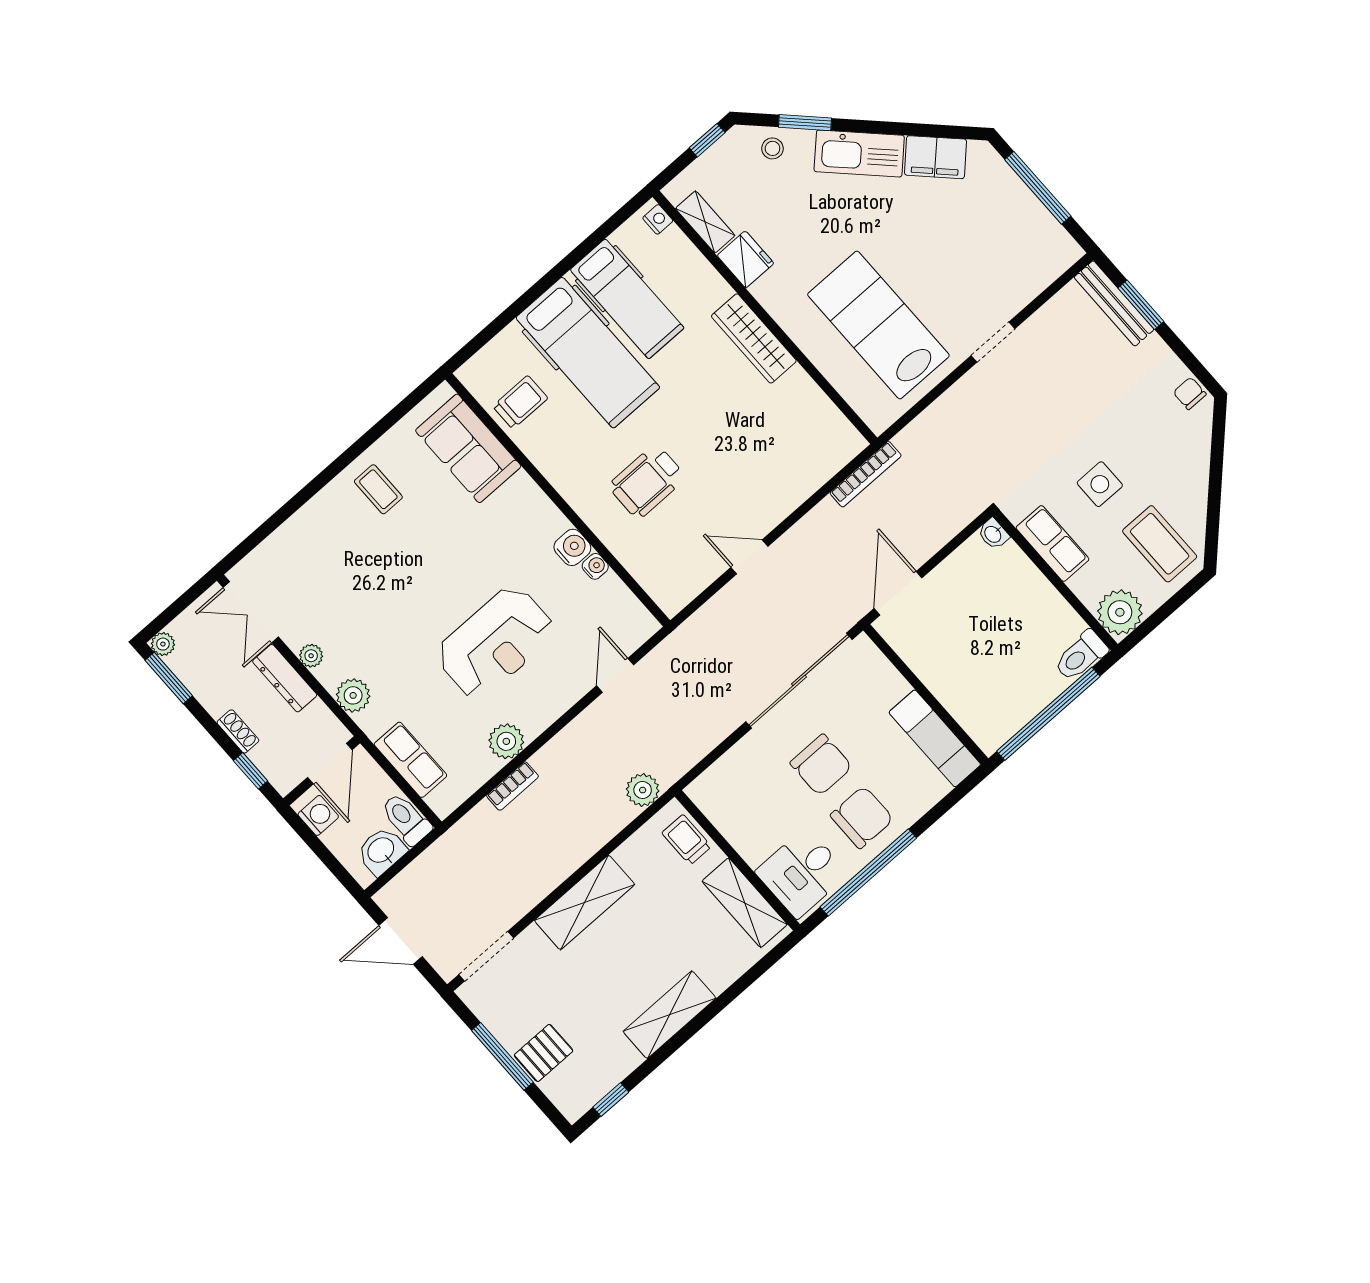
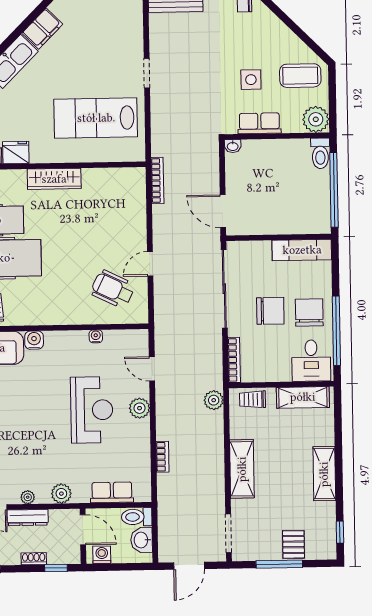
wheelchair: (647, 482) -> (113, 289), moved, turned 116
water cooler: (572, 547) -> (34, 340), moved
plant: (506, 741) -> (140, 408), moved
bookcase: (717, 772) -> (234, 360), added

